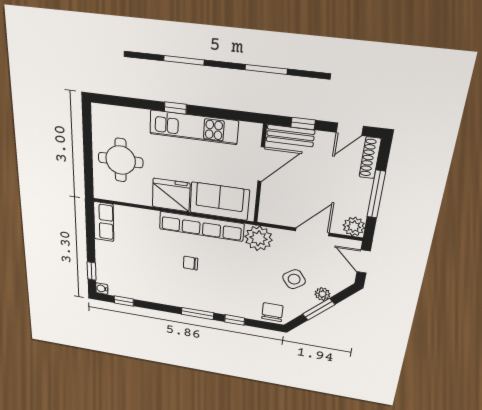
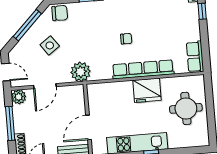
sofa: (219, 201) -> (112, 94), removed
row of seats: (201, 226) -> (143, 69), moved
plant: (322, 294) -> (28, 39), removed
window: (319, 309) -> (27, 25), width x1.44
chair: (272, 312) -> (60, 13), turned -90

